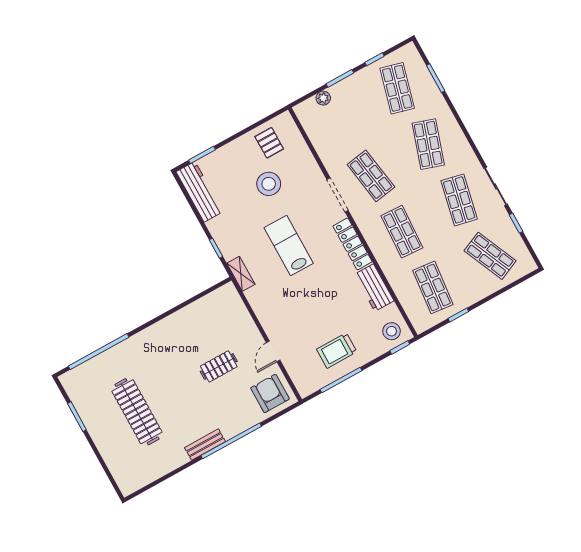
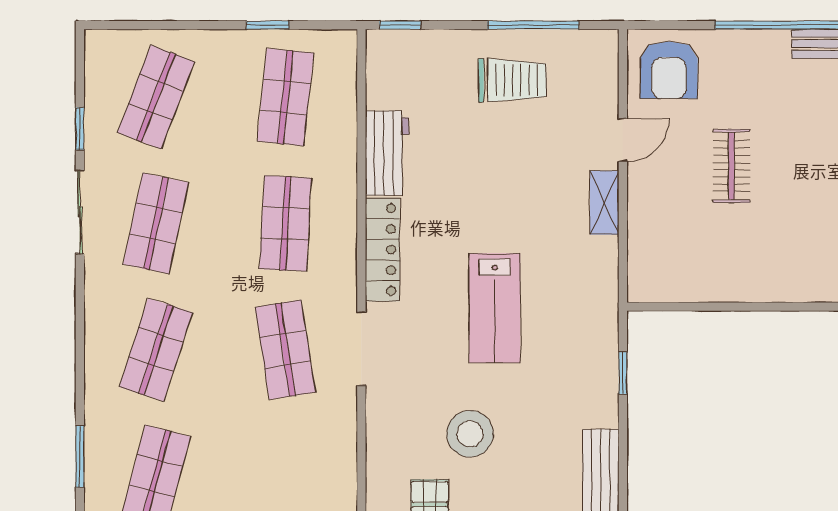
shop shelf: (490, 256) -> (156, 97), turned 45
shelving: (241, 274) -> (604, 203), moved
stool: (392, 331) -> (399, 61), removed
clothes rail: (219, 366) -> (731, 166), turned 90

